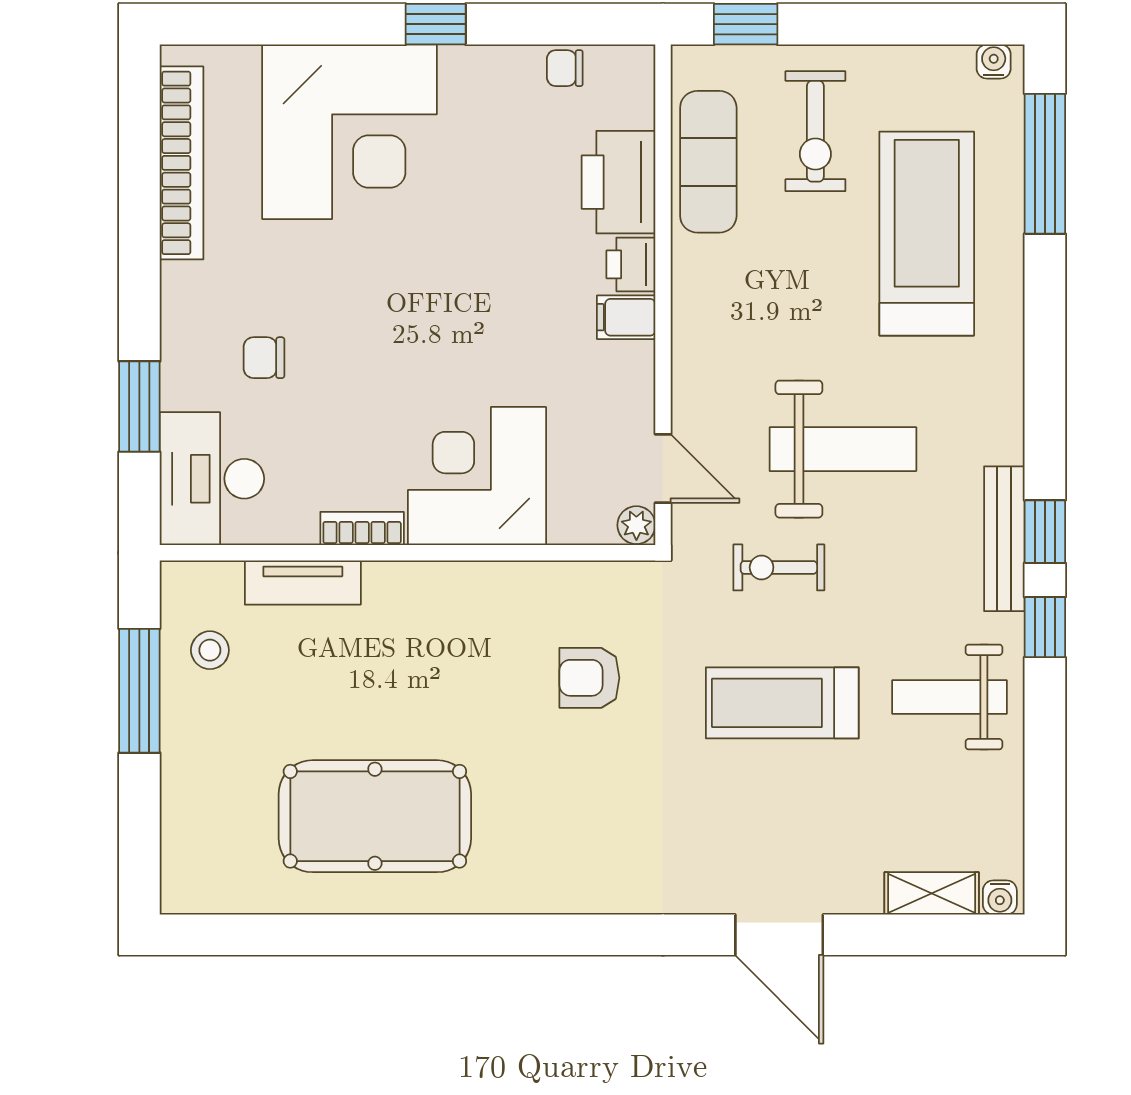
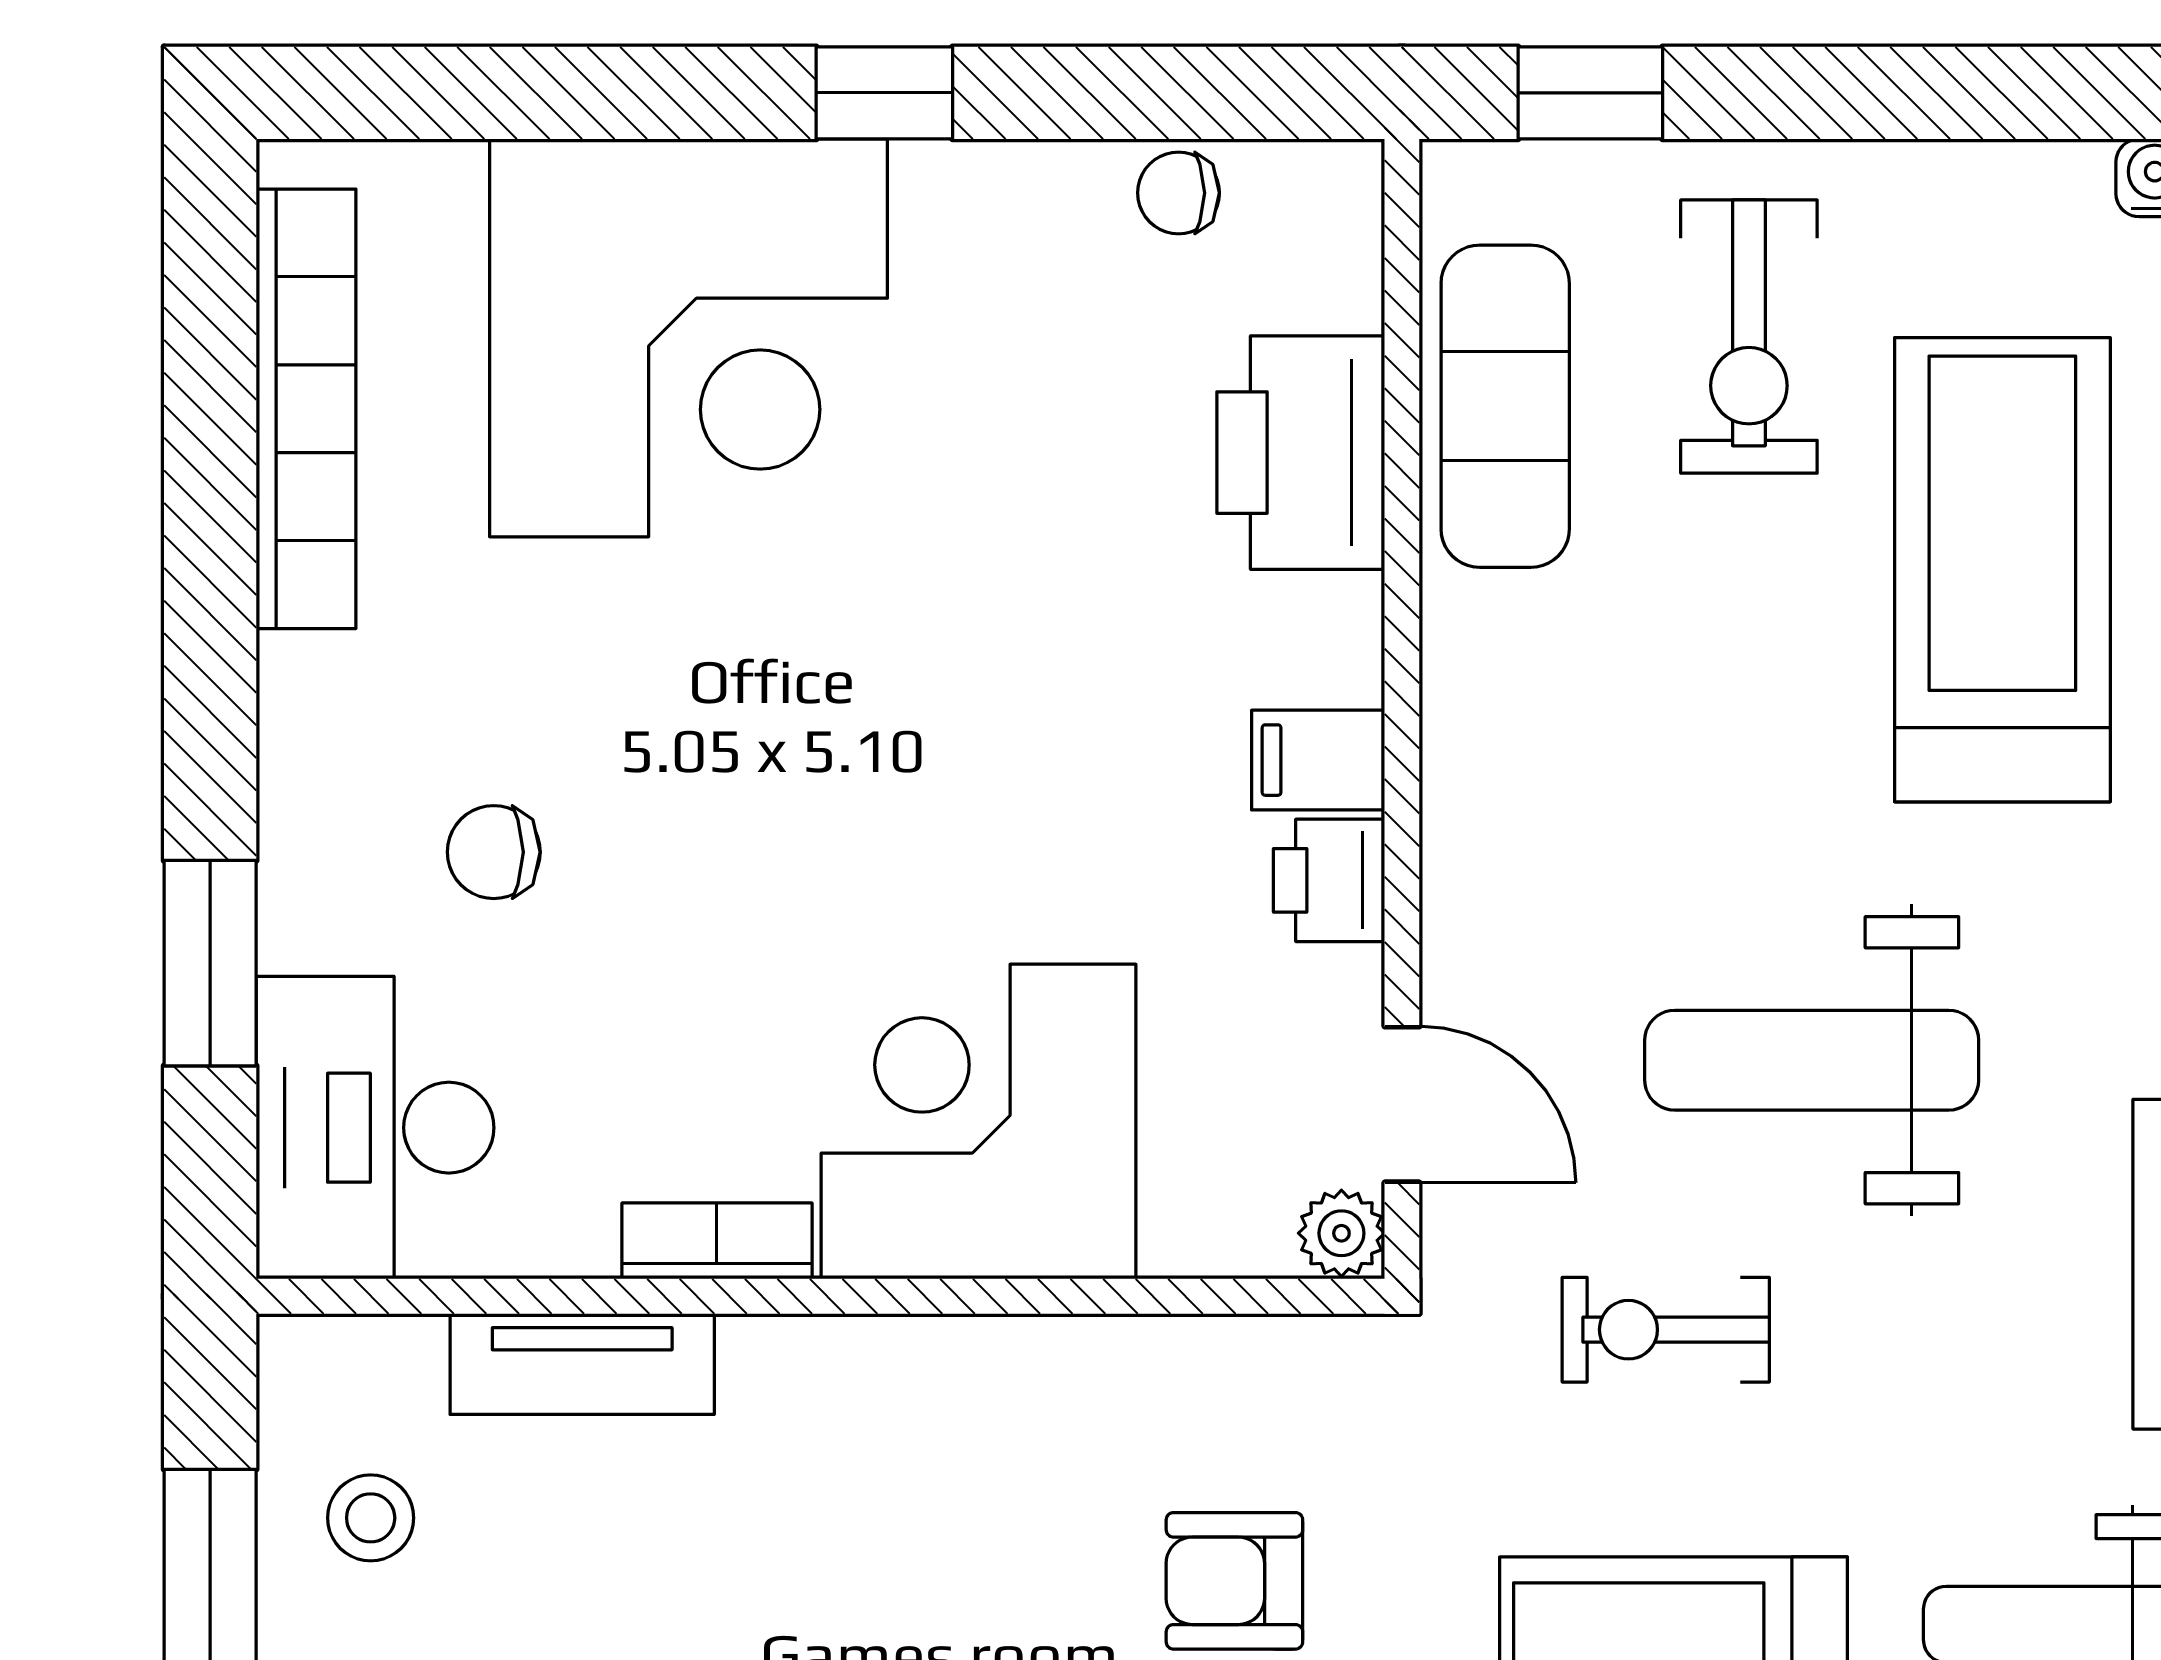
printer: (631, 264) -> (1329, 880), moved
weight bench: (843, 449) -> (1812, 1060), turned 180

